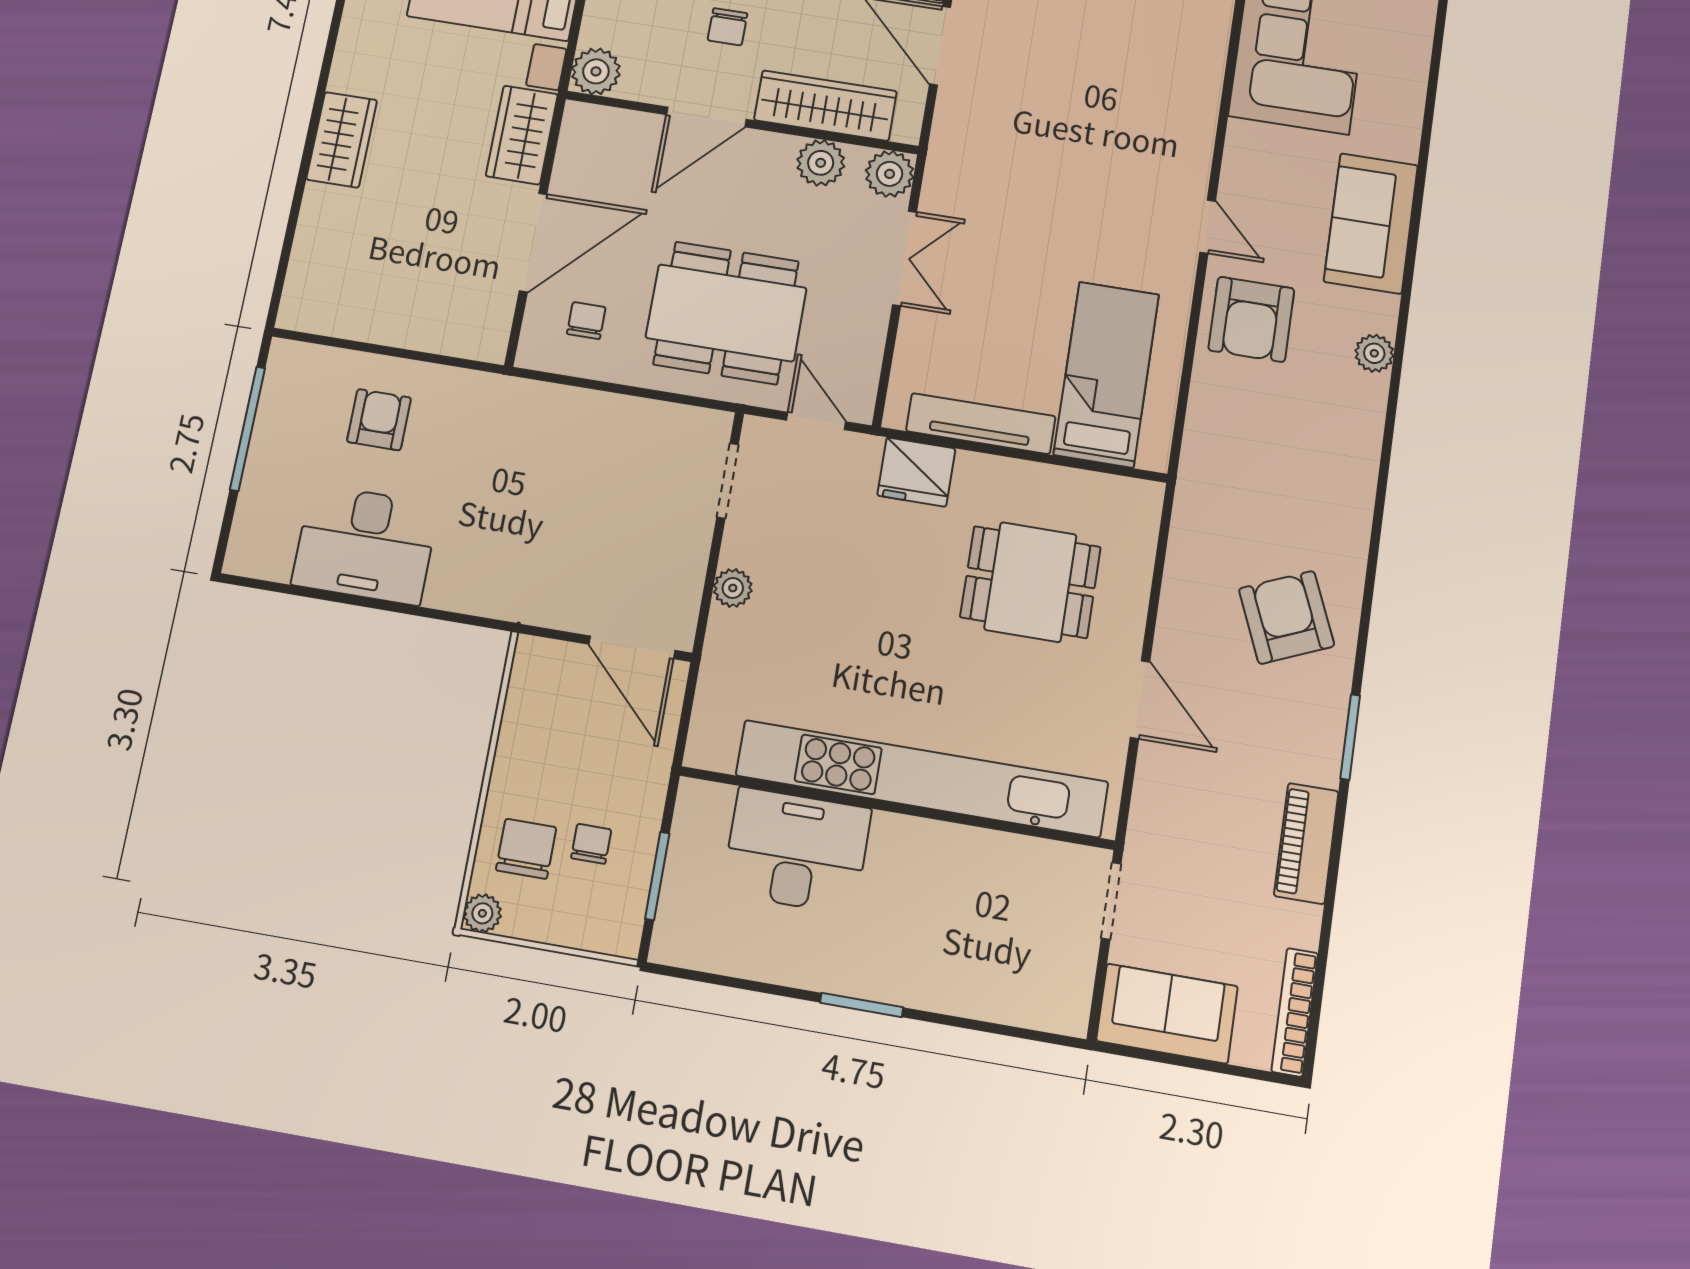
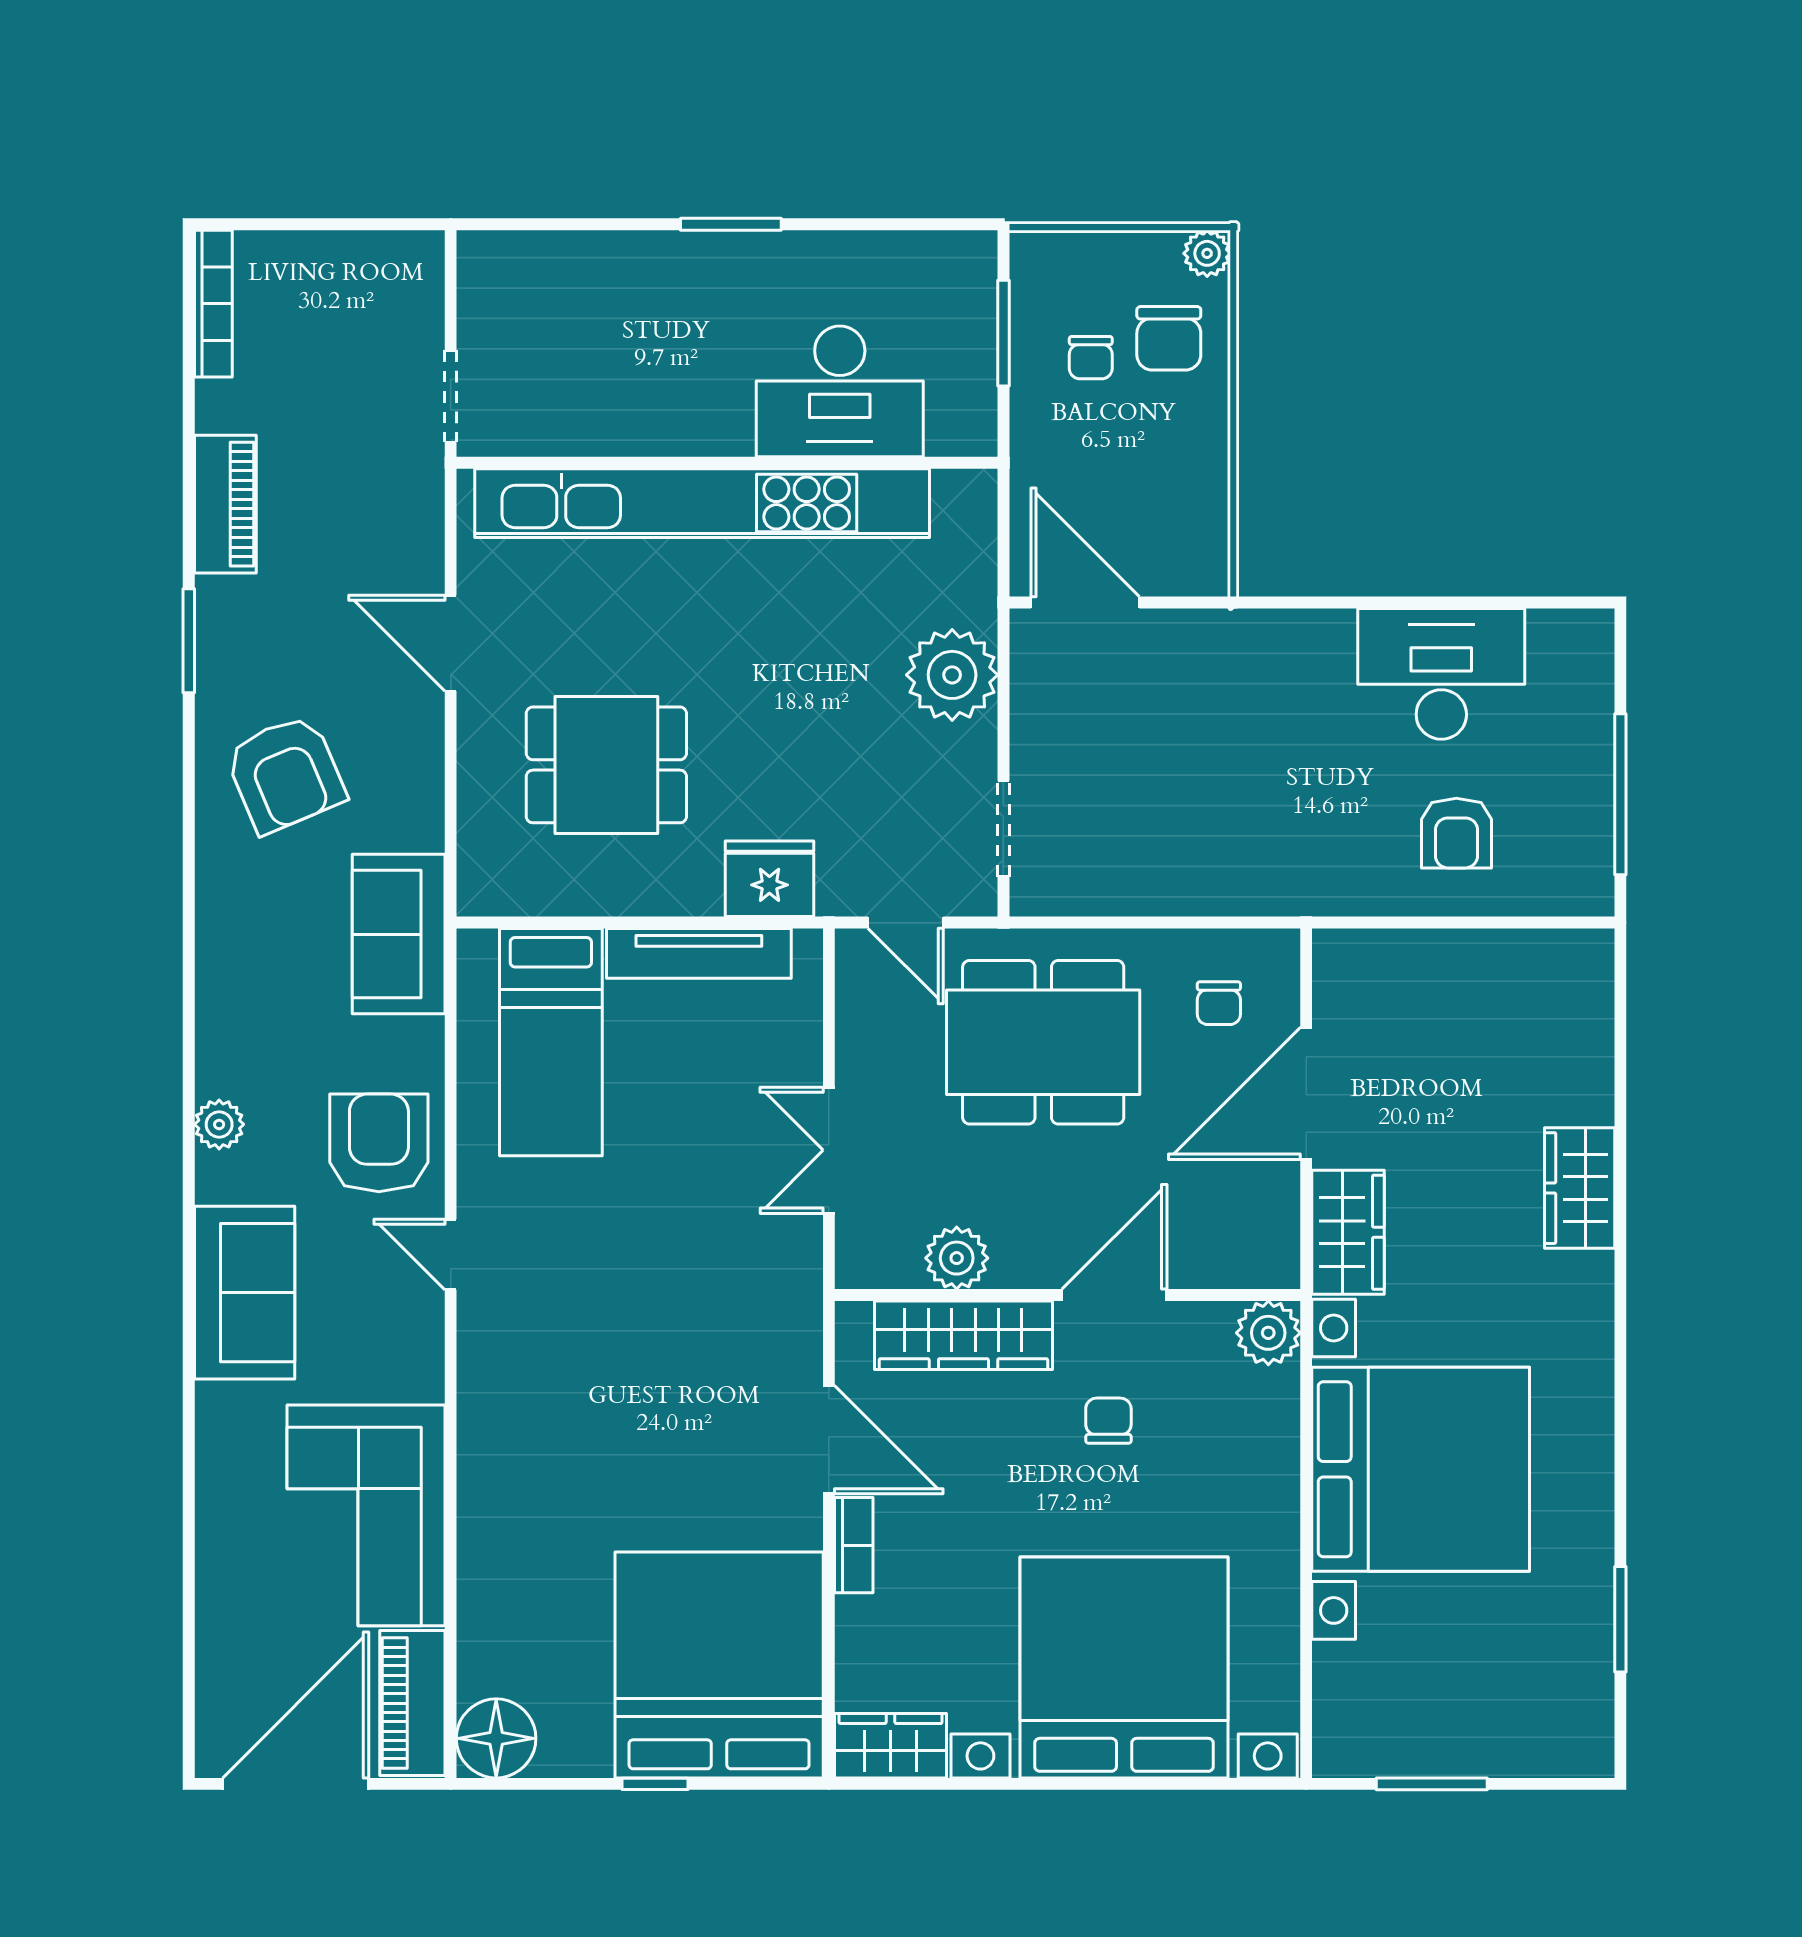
plant: (890, 174) -> (866, 1258), removed
plant: (733, 588) -> (952, 675), width x1.88, depth x1.88
sofa: (1167, 1014) -> (399, 934), moved, turned 90

